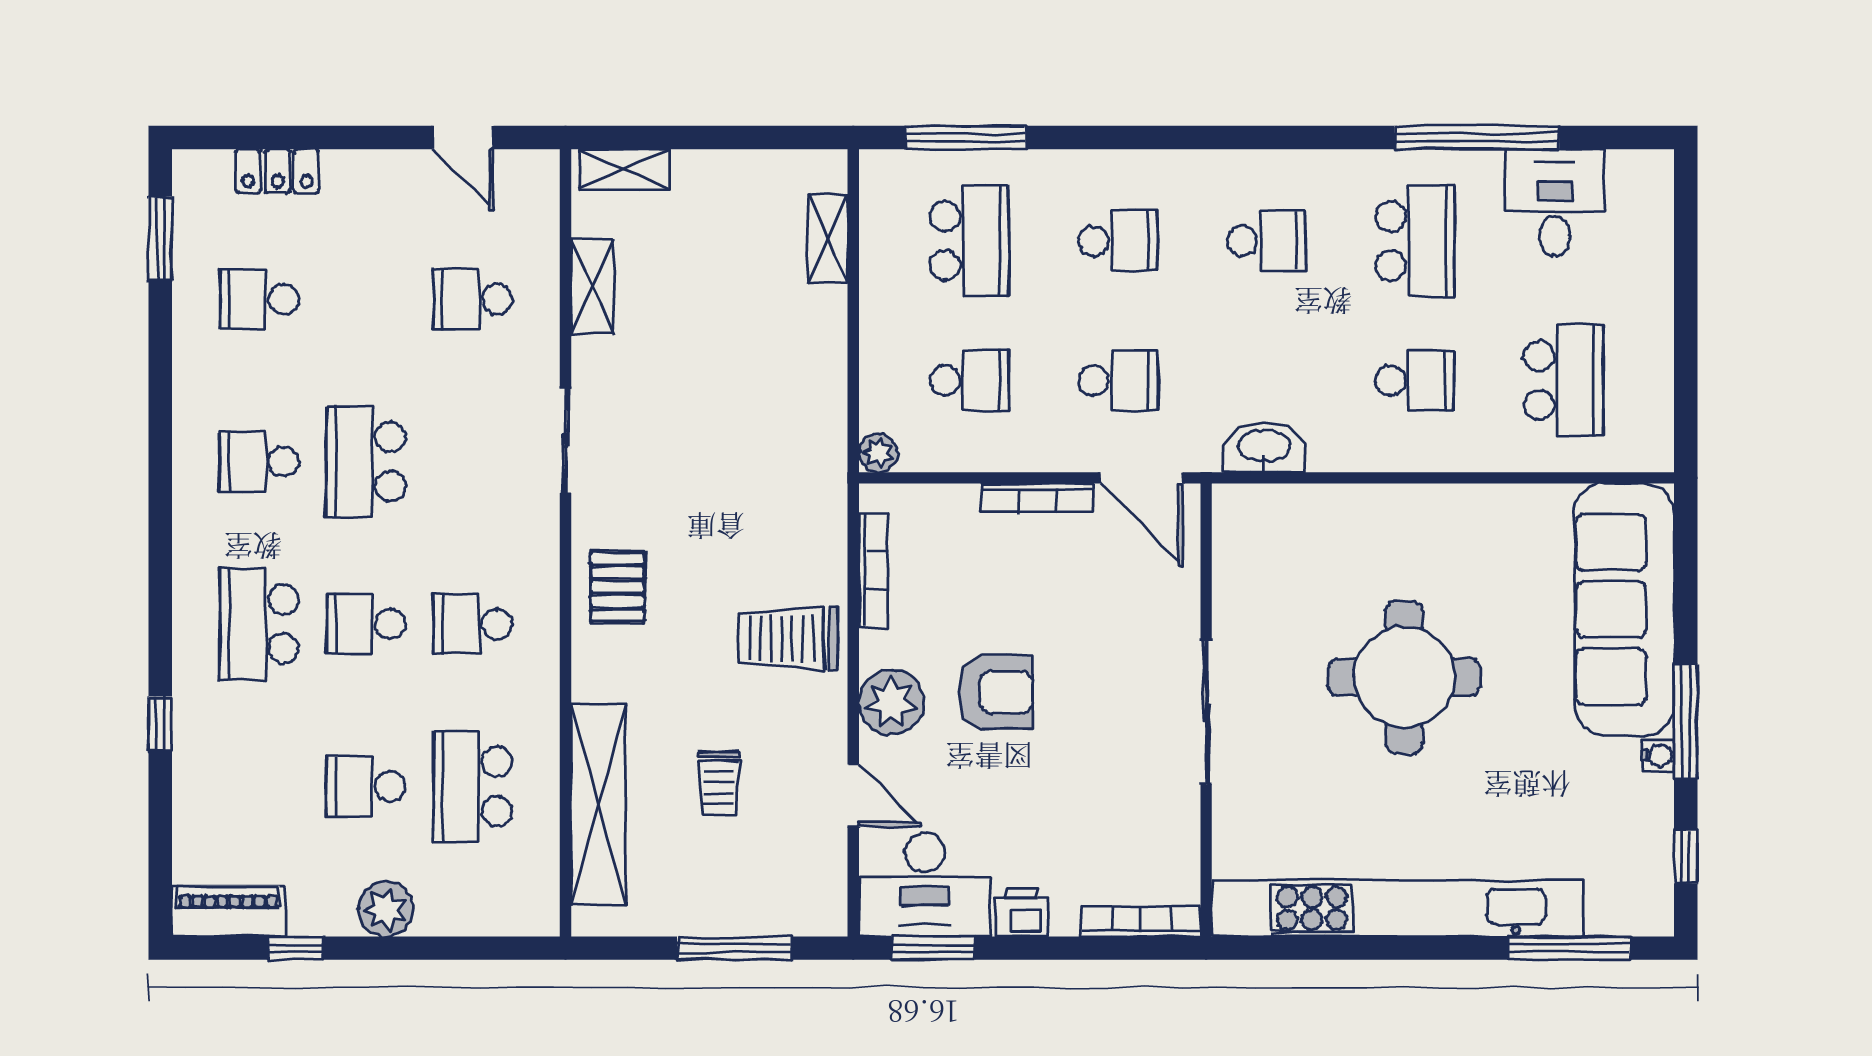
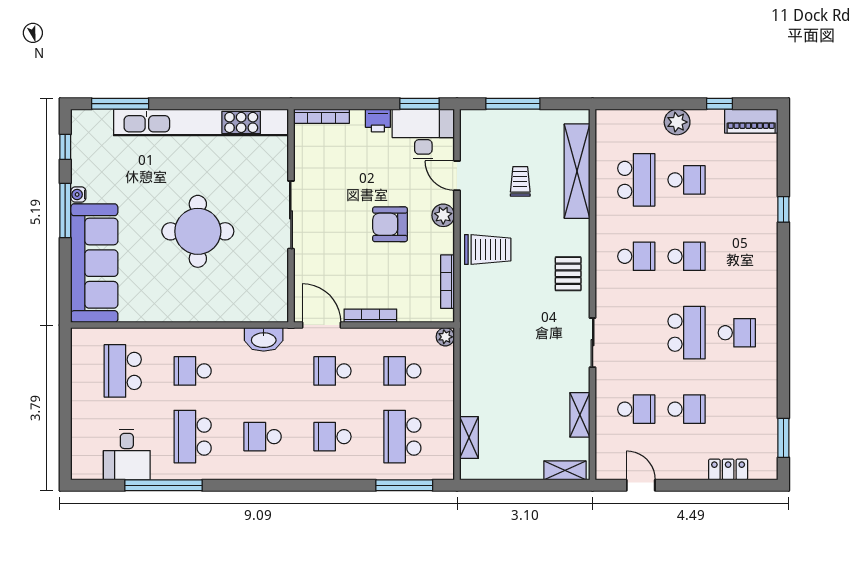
school desk: (259, 299) -> (686, 409), moved
school desk: (259, 624) -> (737, 256), removed
plant: (891, 702) -> (443, 215), width x0.73, depth x0.73

